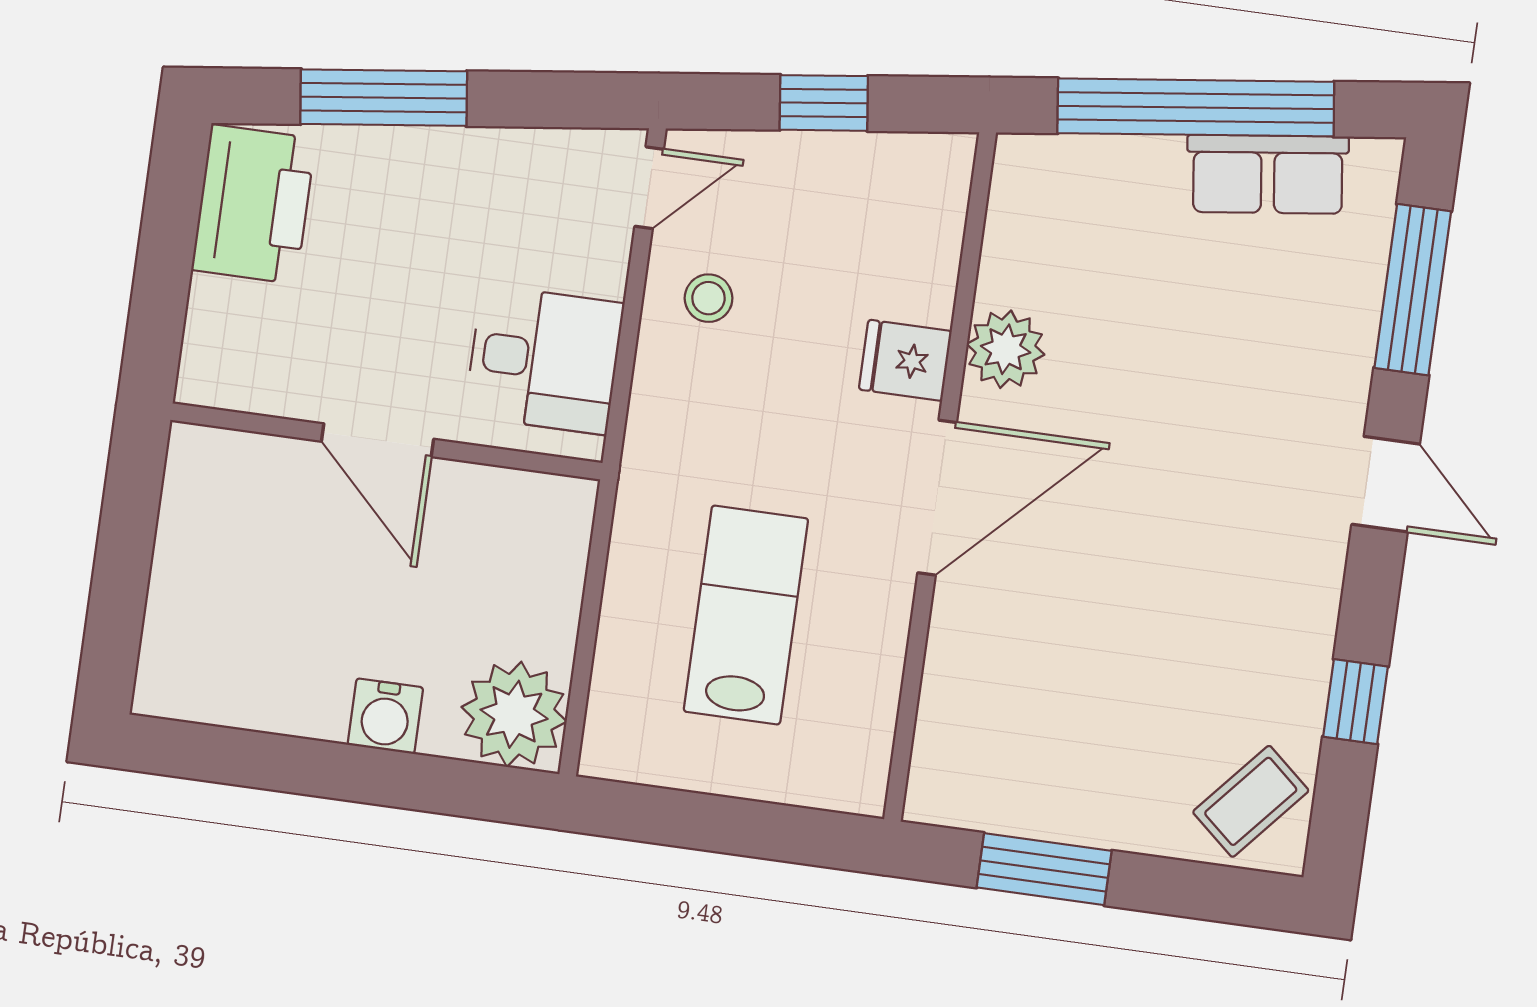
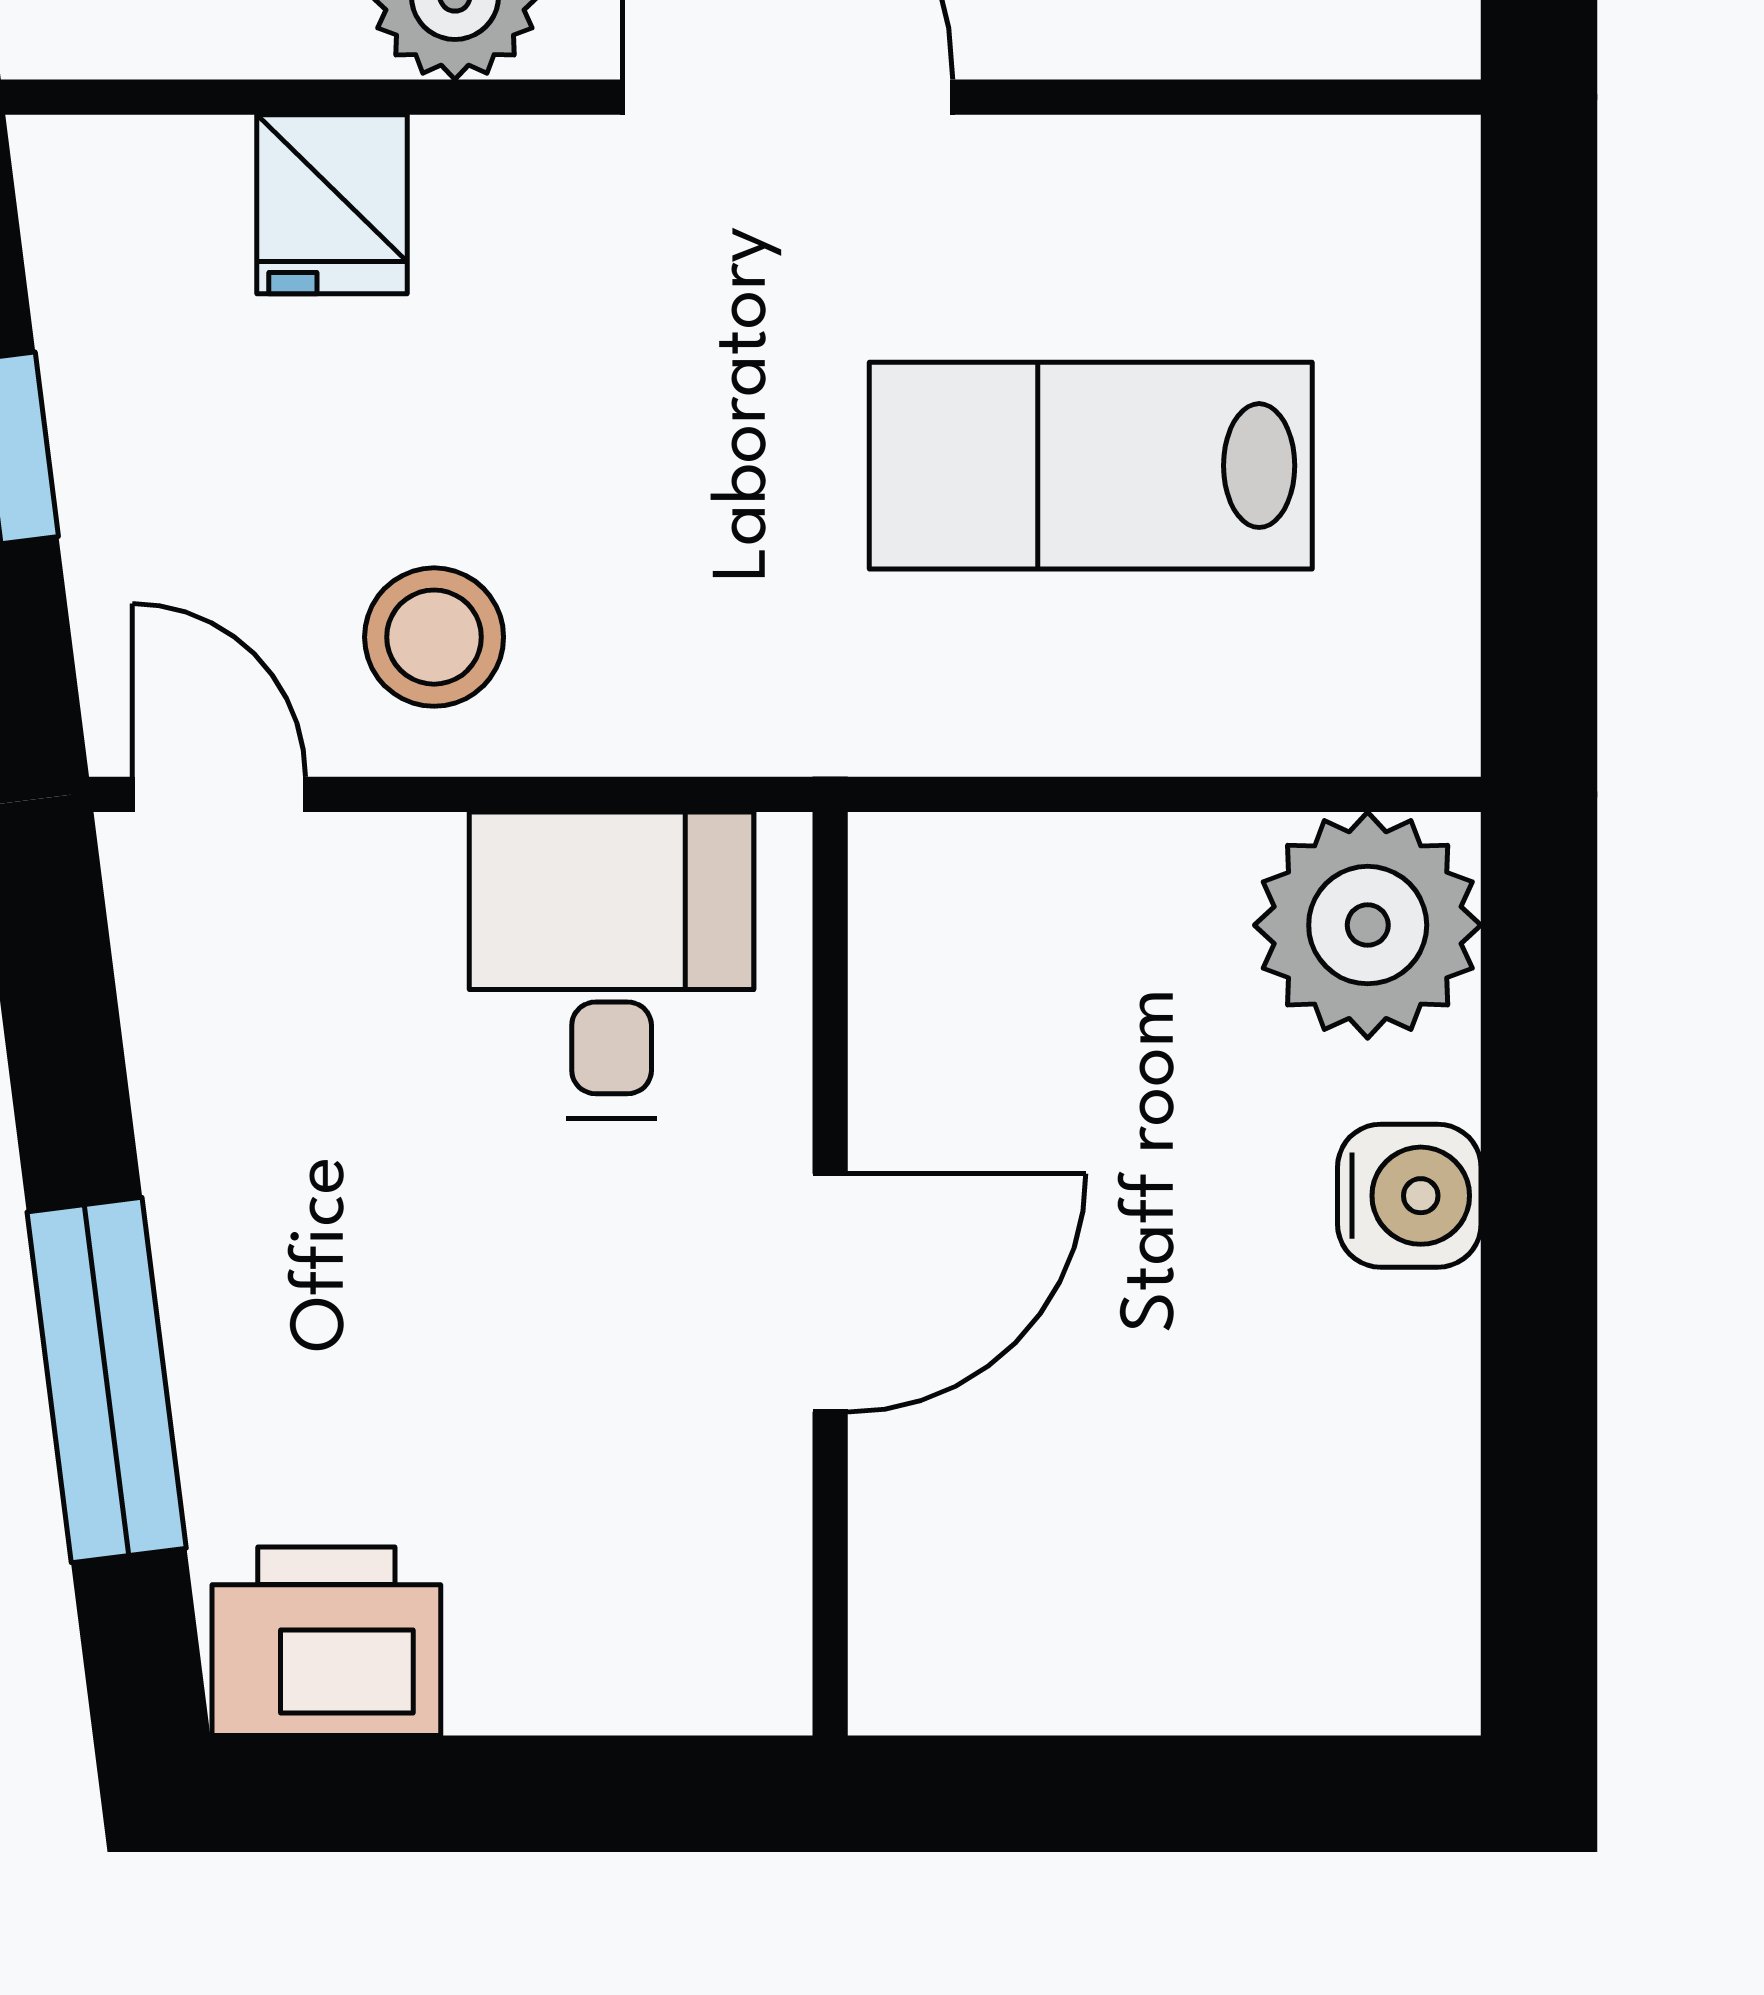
printer: (254, 204) -> (326, 1641), width x0.73, depth x0.84
stool: (709, 298) -> (434, 637), width x1.37, depth x1.37
fridge: (905, 360) -> (332, 204), moved

